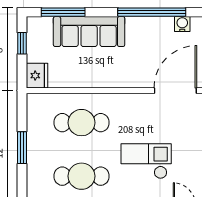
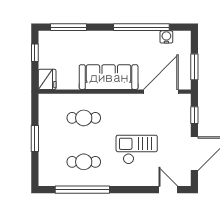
sofa: (89, 32) -> (109, 77), moved, turned 180
cafe table: (81, 123) -> (84, 118), width x0.73, depth x0.74
cafe table: (81, 176) -> (84, 162), width x0.73, depth x0.74

